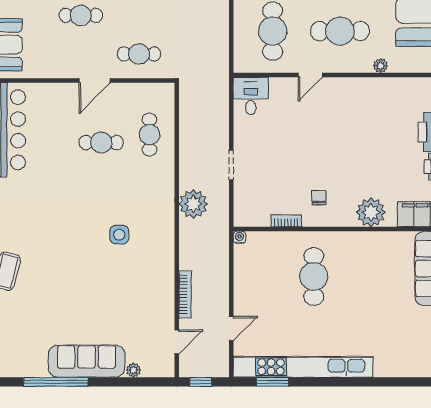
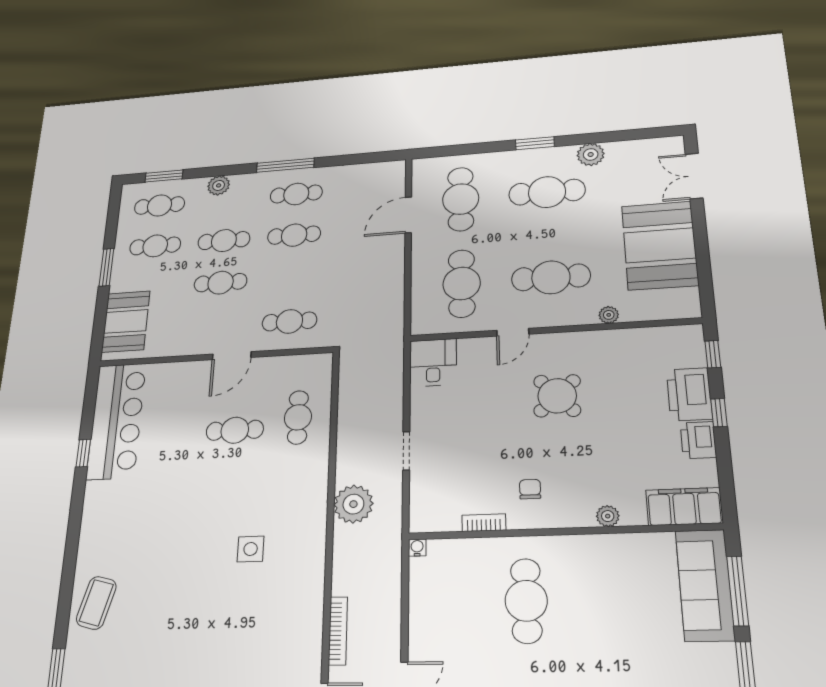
round table: (341, 128) -> (557, 396), added
plant: (371, 212) -> (608, 516), width x0.53, depth x0.53

